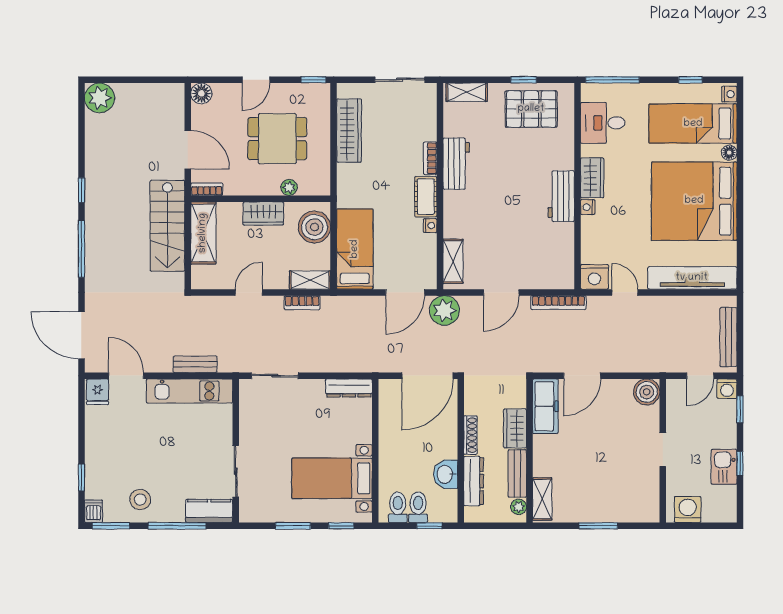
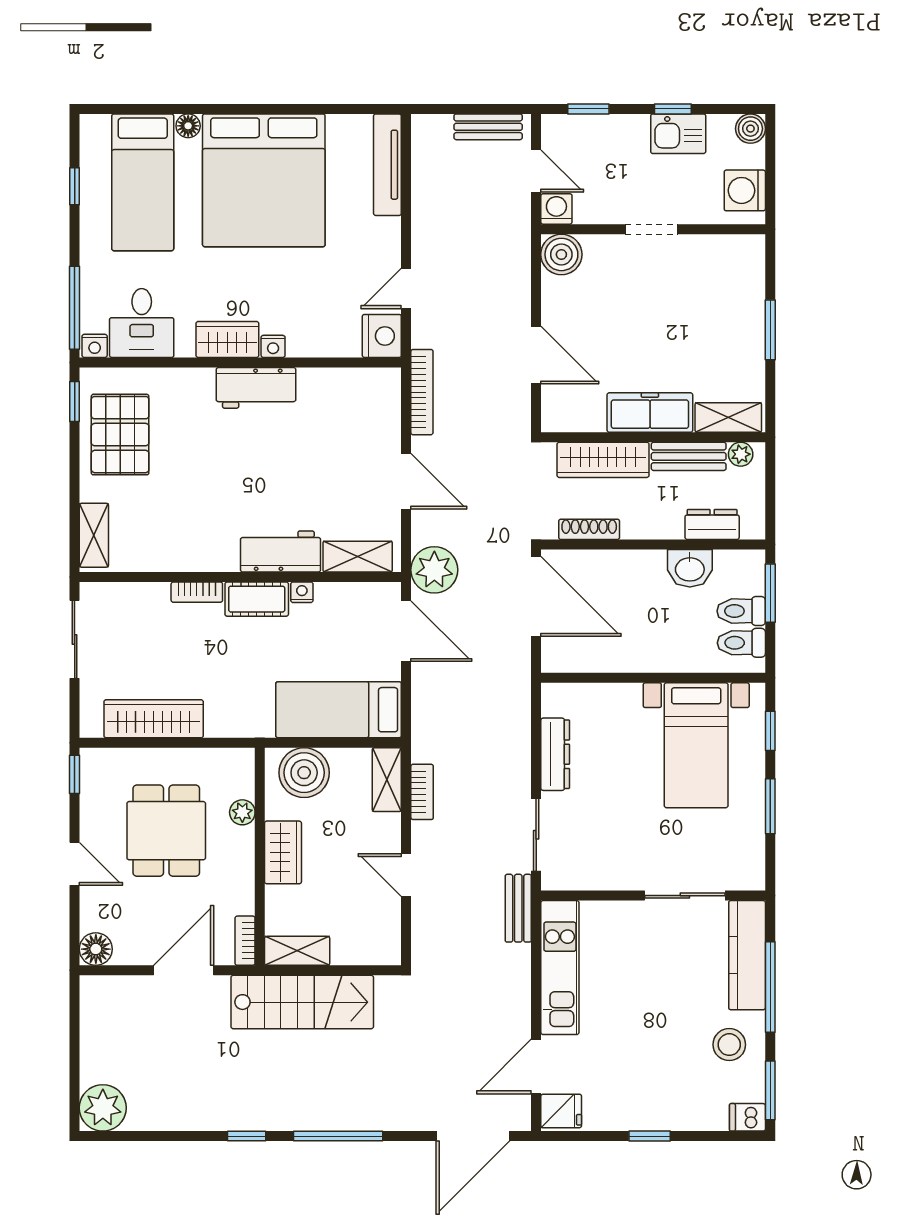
window: (524, 80) -> (75, 401), moved
nightstand: (729, 94) -> (95, 346), moved, turned 180
workbench: (456, 164) -> (281, 551), moved
shelving: (203, 233) -> (297, 951), width x0.67, depth x0.75
tv unit: (692, 278) -> (387, 165), width x0.73, depth x0.78
bench: (728, 337) -> (488, 127), width x0.73
bench: (195, 364) -> (518, 908), moved
dresser: (349, 388) -> (555, 754), moved
washing machine: (727, 389) -> (556, 209), moved, turned -90
freezer: (545, 406) -> (650, 413), moved
wardrobe: (515, 428) -> (603, 460), width x1.50
shoe rack: (470, 435) -> (589, 529), moved
window: (81, 477) -> (650, 1136), moved
dresser: (474, 481) -> (712, 524), width x0.70
kitchen counter: (209, 511) -> (747, 955), width x1.50
boiler: (727, 513) -> (750, 129), added
window: (429, 526) -> (770, 593), width x1.50

